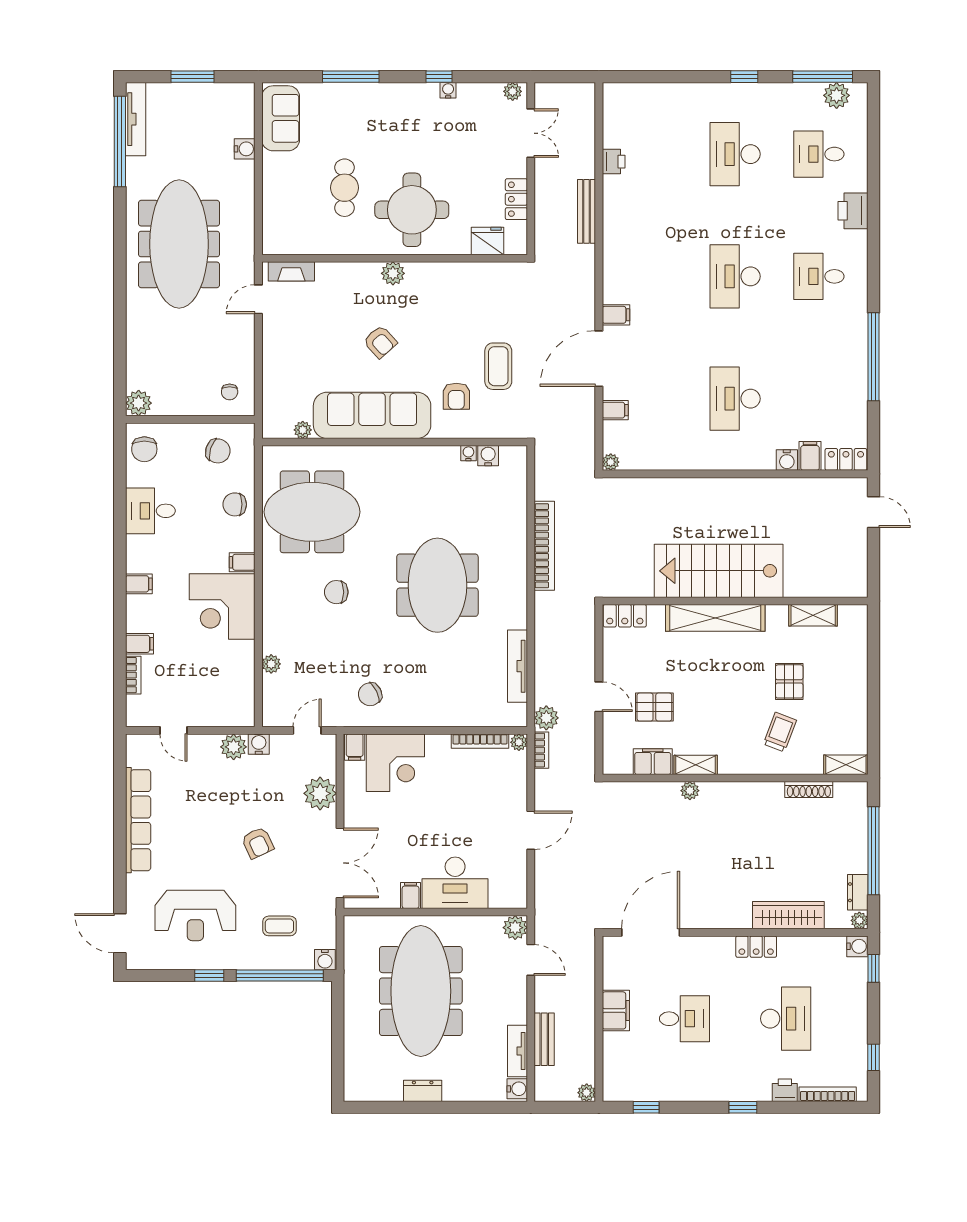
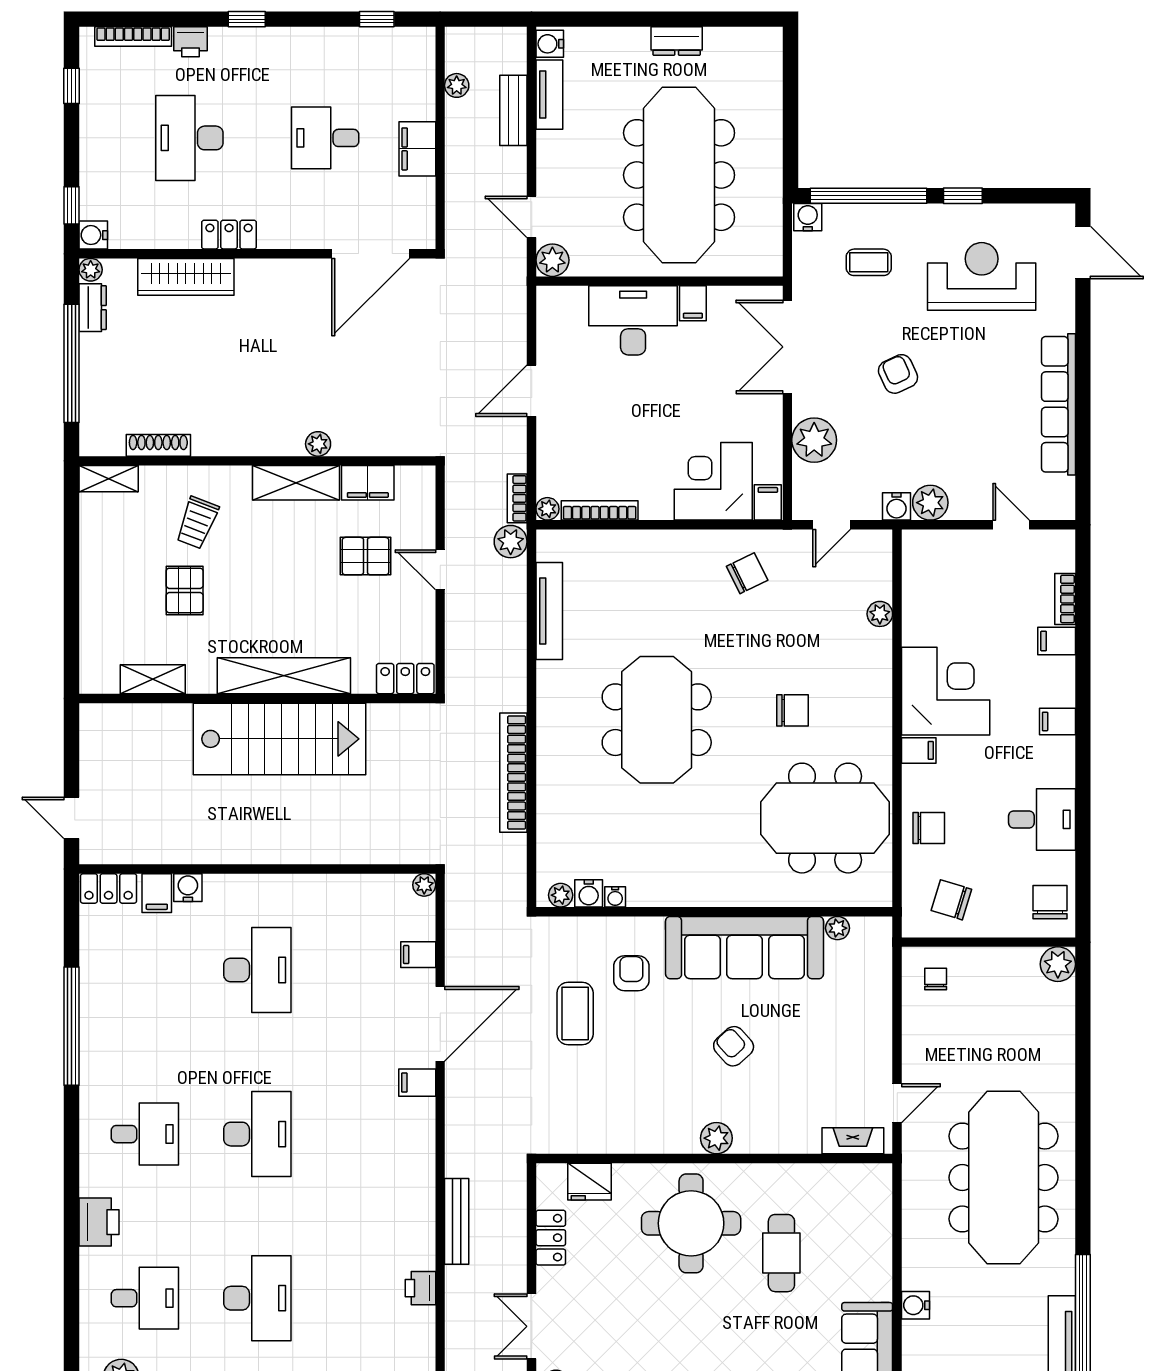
plant: (509, 454) -> (561, 895), added
shelving: (696, 765) -> (296, 483), width x1.50, depth x1.33
plant: (587, 1093) -> (457, 85), moved

